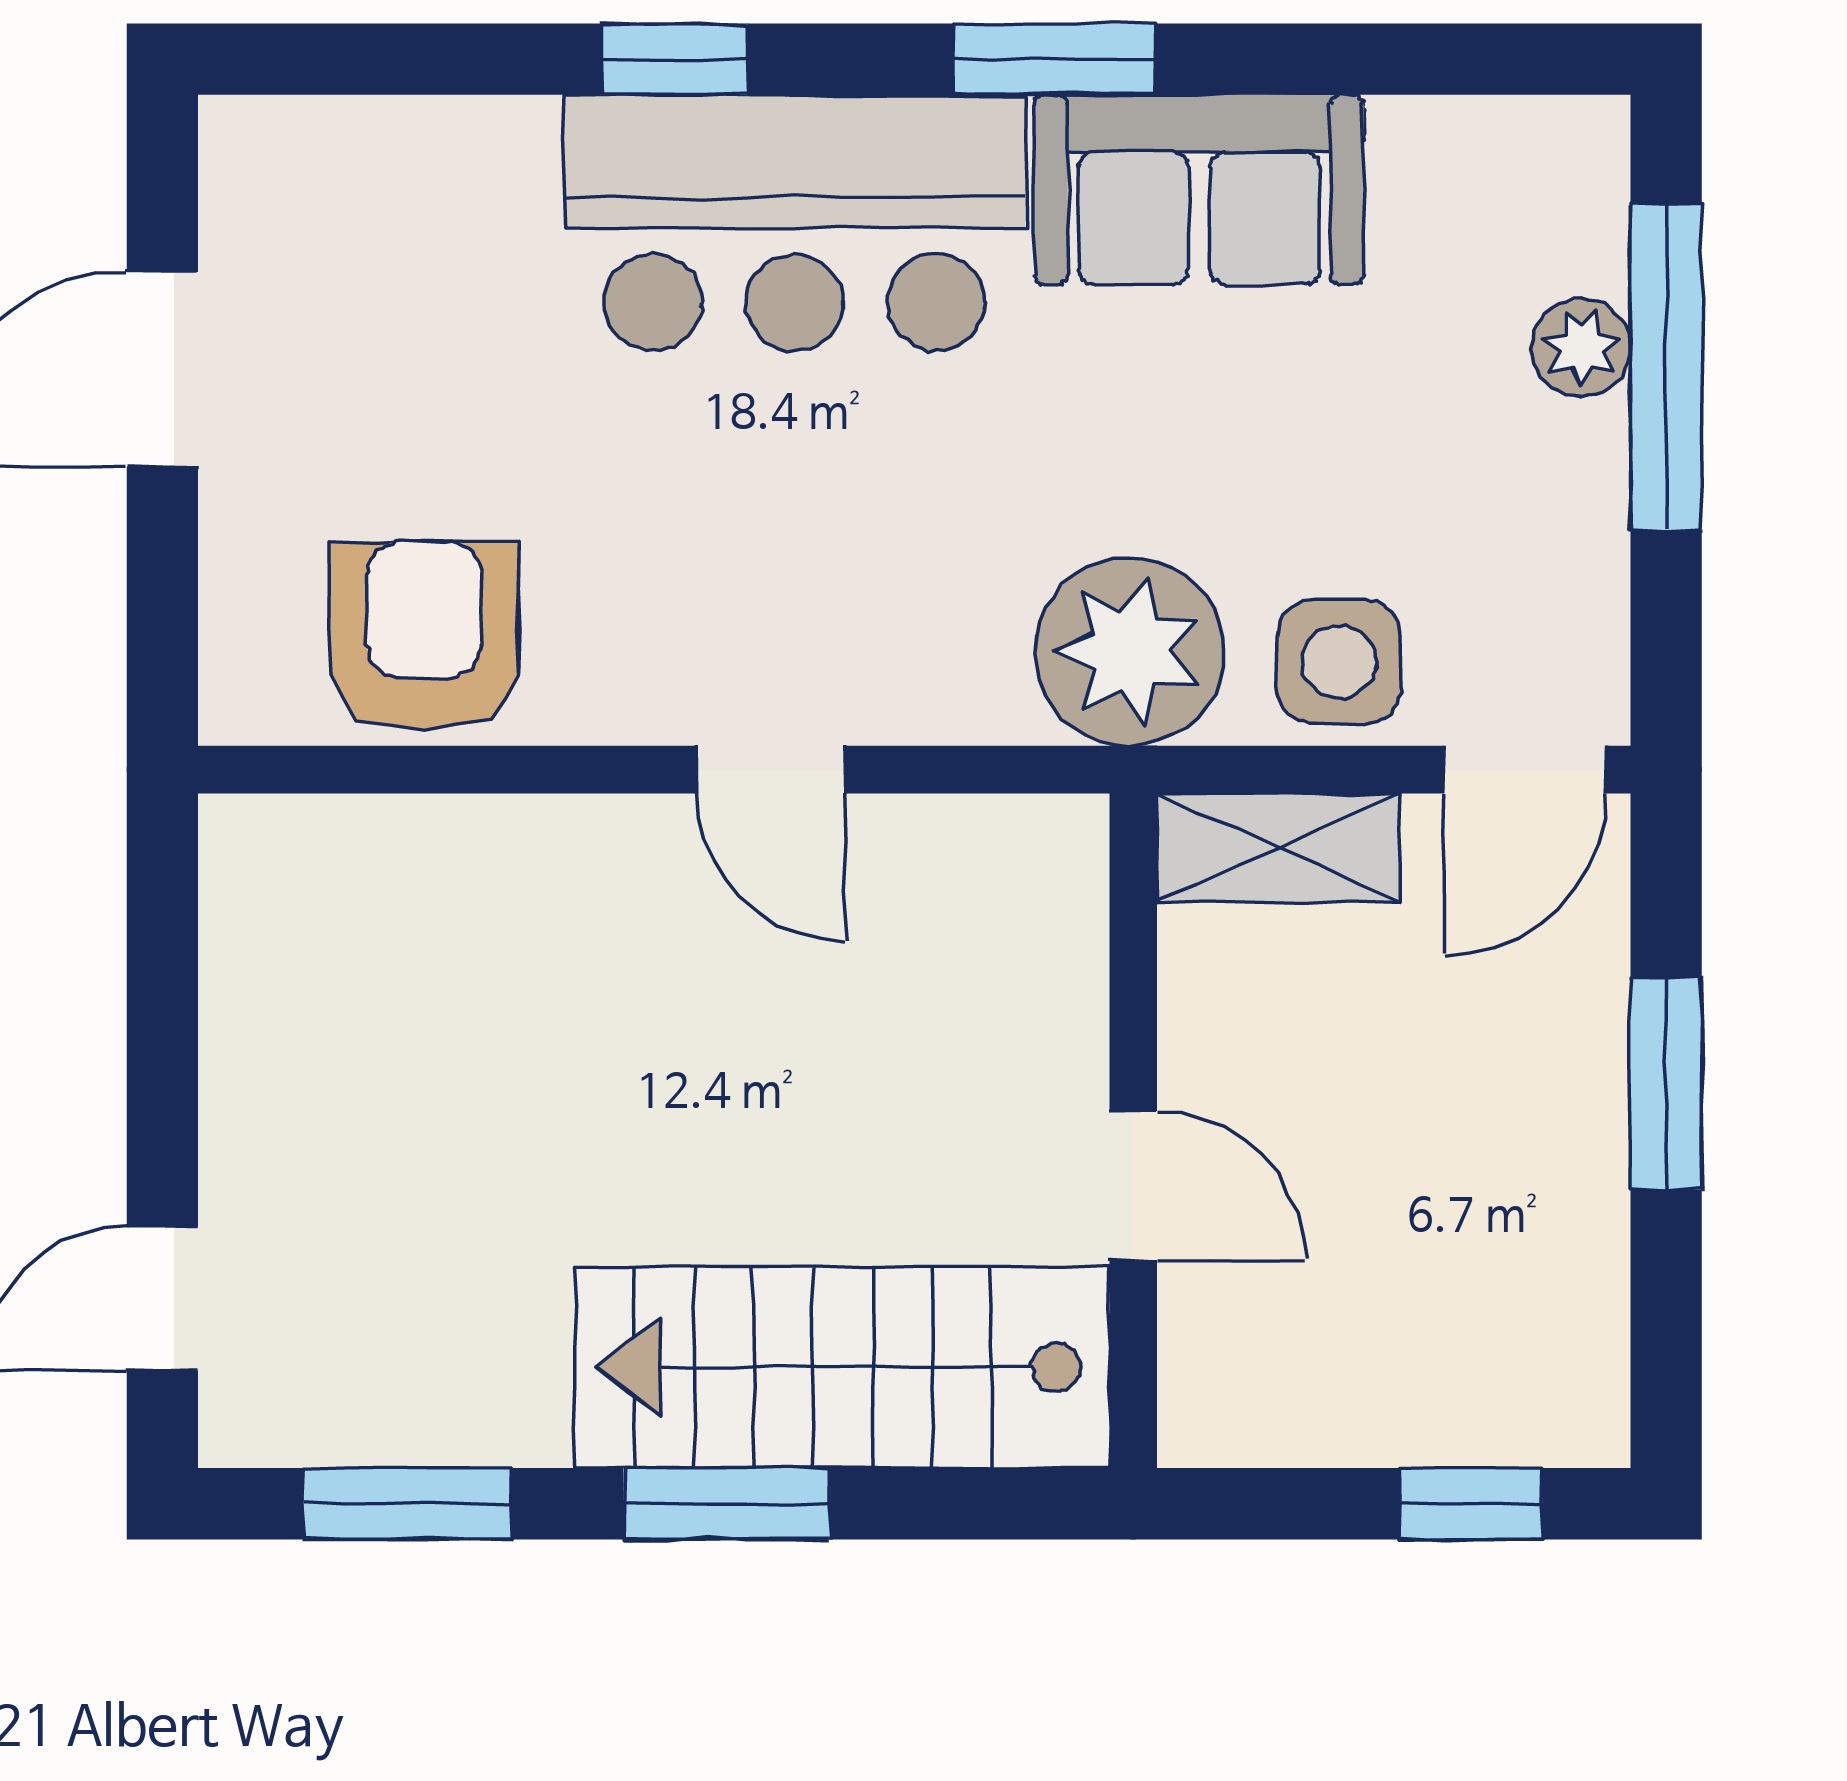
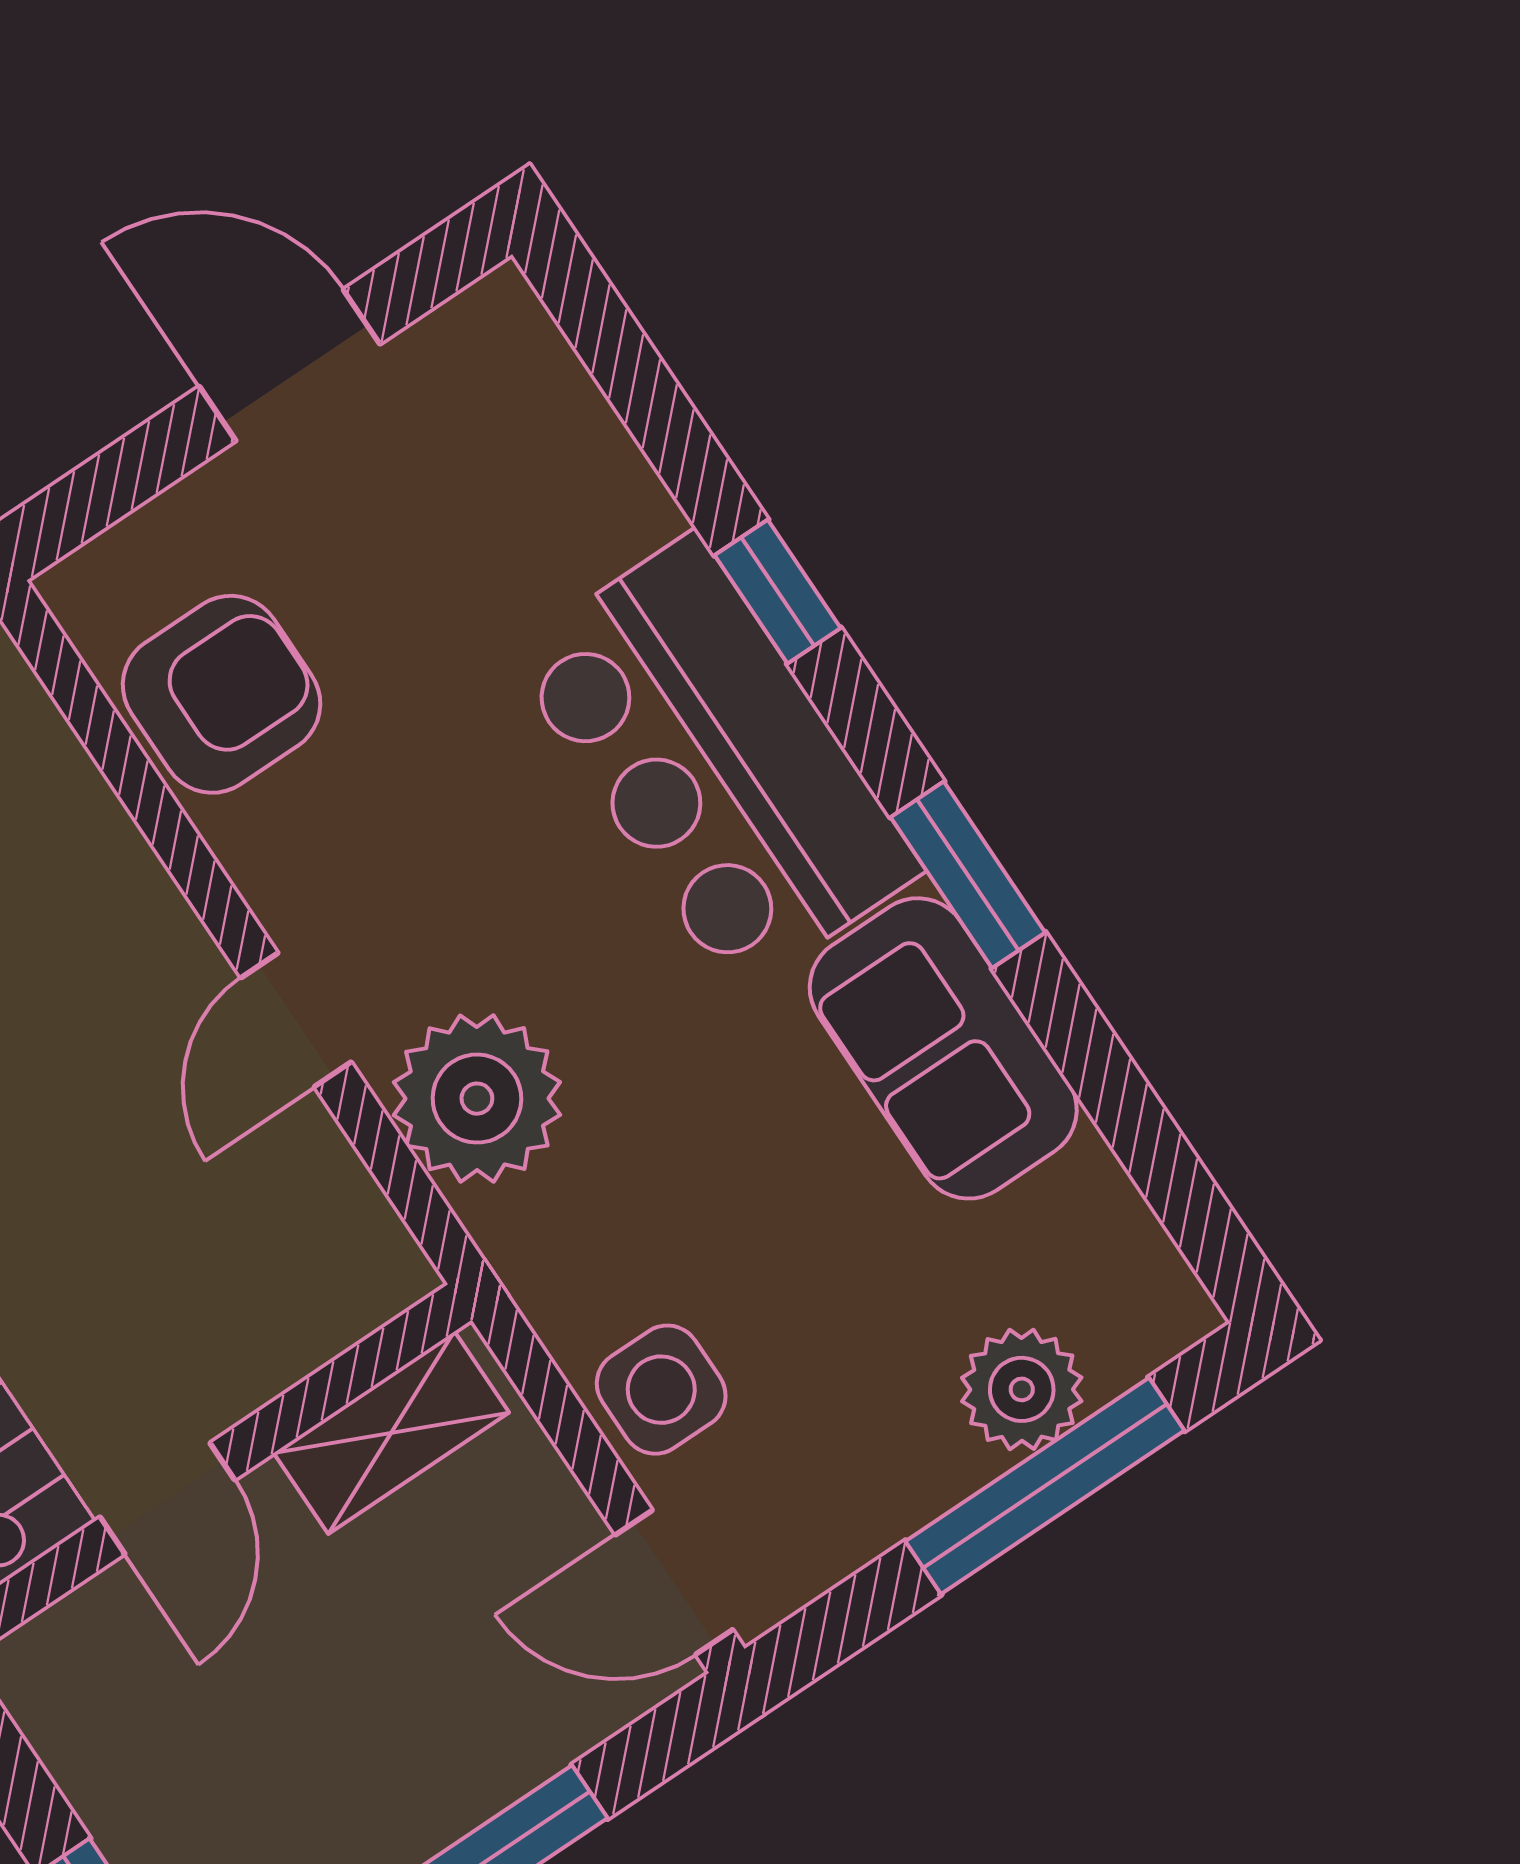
plant: (1581, 347) -> (1022, 1389), width x1.38, depth x1.38
plant: (1130, 651) -> (477, 1099), moved
shelving: (1278, 848) -> (391, 1433), moved, turned 90

